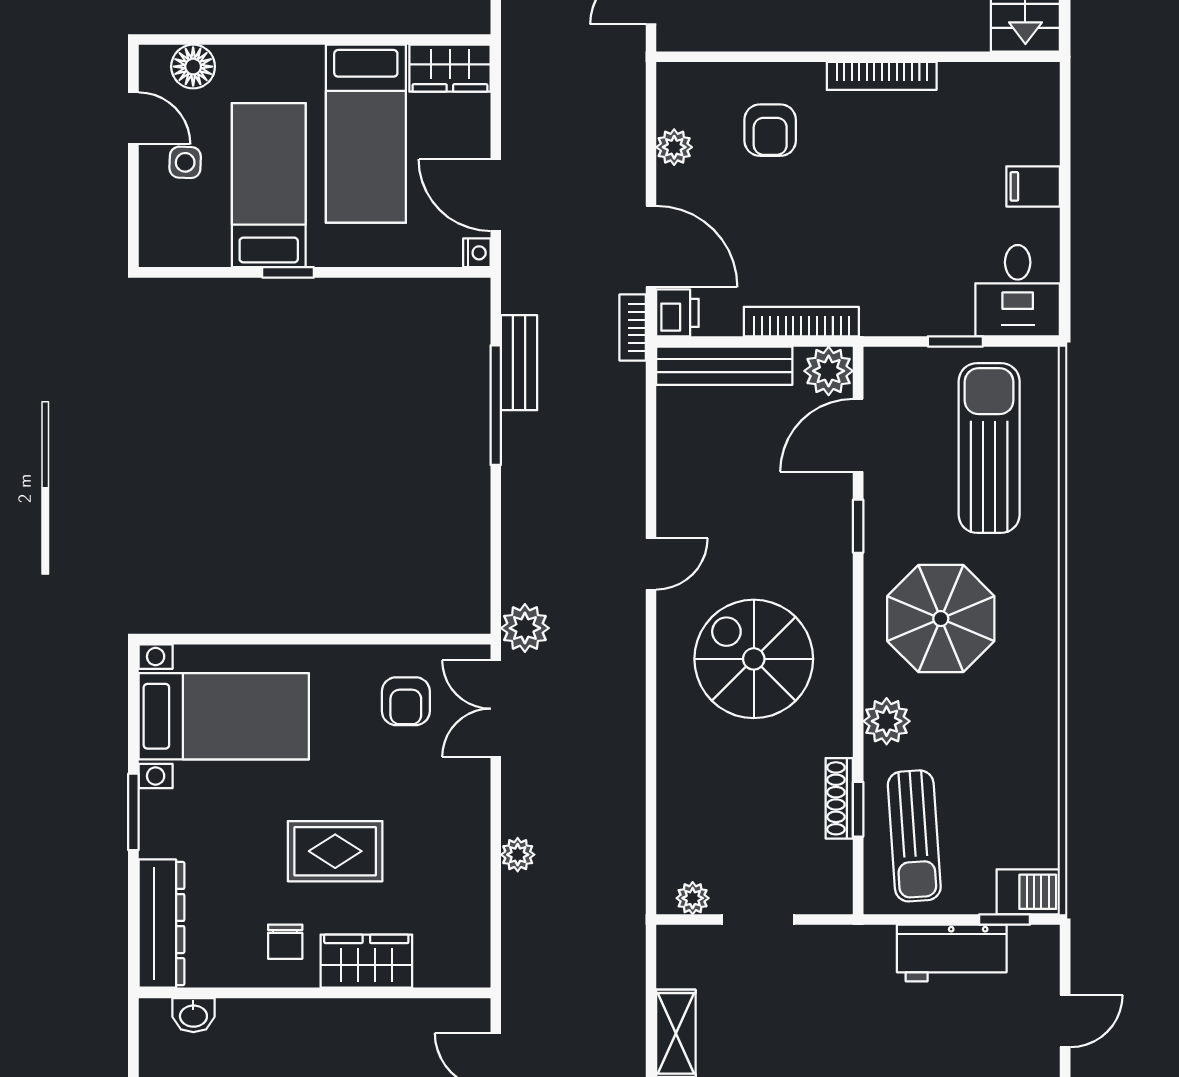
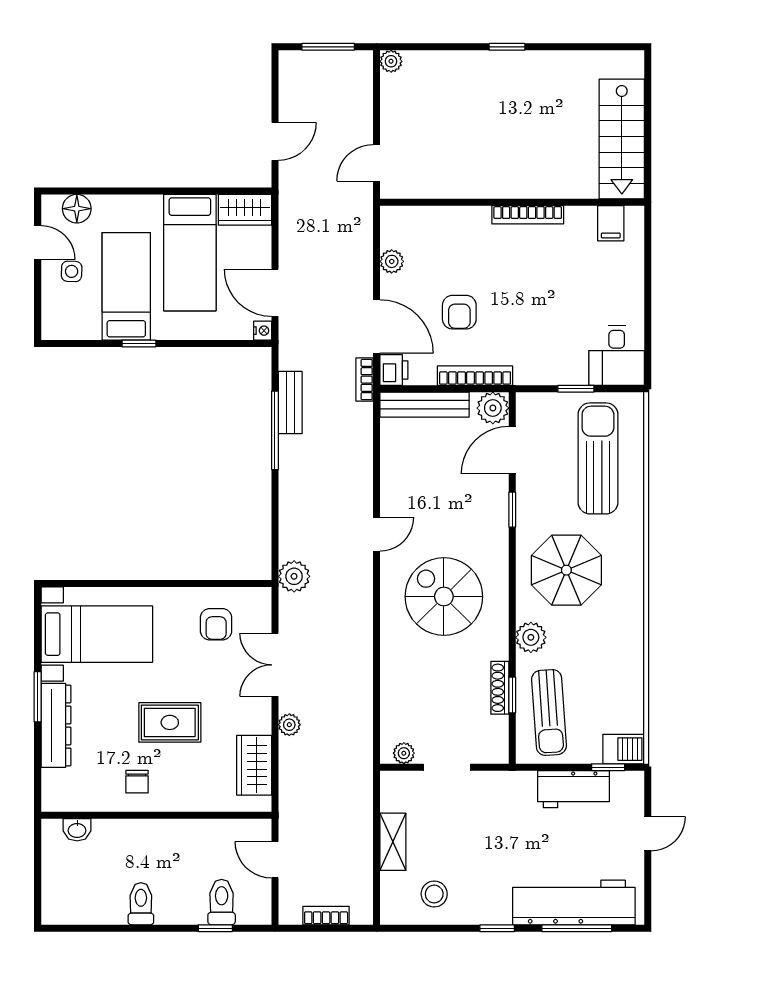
armchair: (770, 130) -> (459, 312), moved
filing cabinet: (1033, 186) -> (611, 223), moved, turned -90
double door: (496, 709) -> (275, 665), moved
dresser: (161, 924) -> (56, 725), moved
wardrobe: (366, 961) -> (254, 765), moved, turned -90

